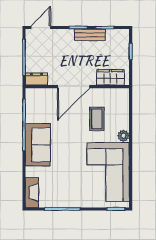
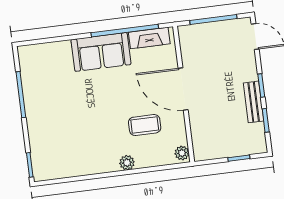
wardrobe: (110, 77) -> (201, 136), removed
dresser: (36, 79) -> (187, 39), removed
plant: (121, 94) -> (182, 153), added
corner sofa: (108, 172) -> (77, 149), removed
fireplace: (32, 192) -> (149, 38), moved

